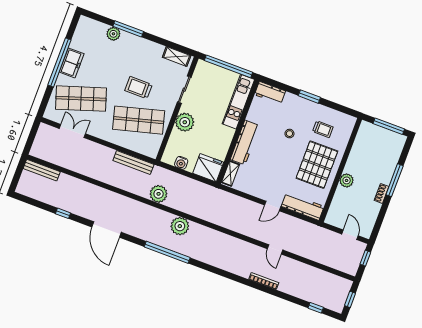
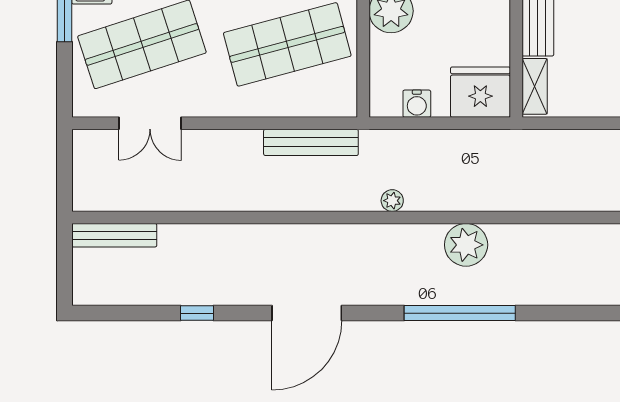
double door: (72, 131) -> (150, 123), swing flipped
plant: (159, 194) -> (392, 201), width x0.53, depth x0.53
door: (107, 230) -> (307, 313), hinge flipped

